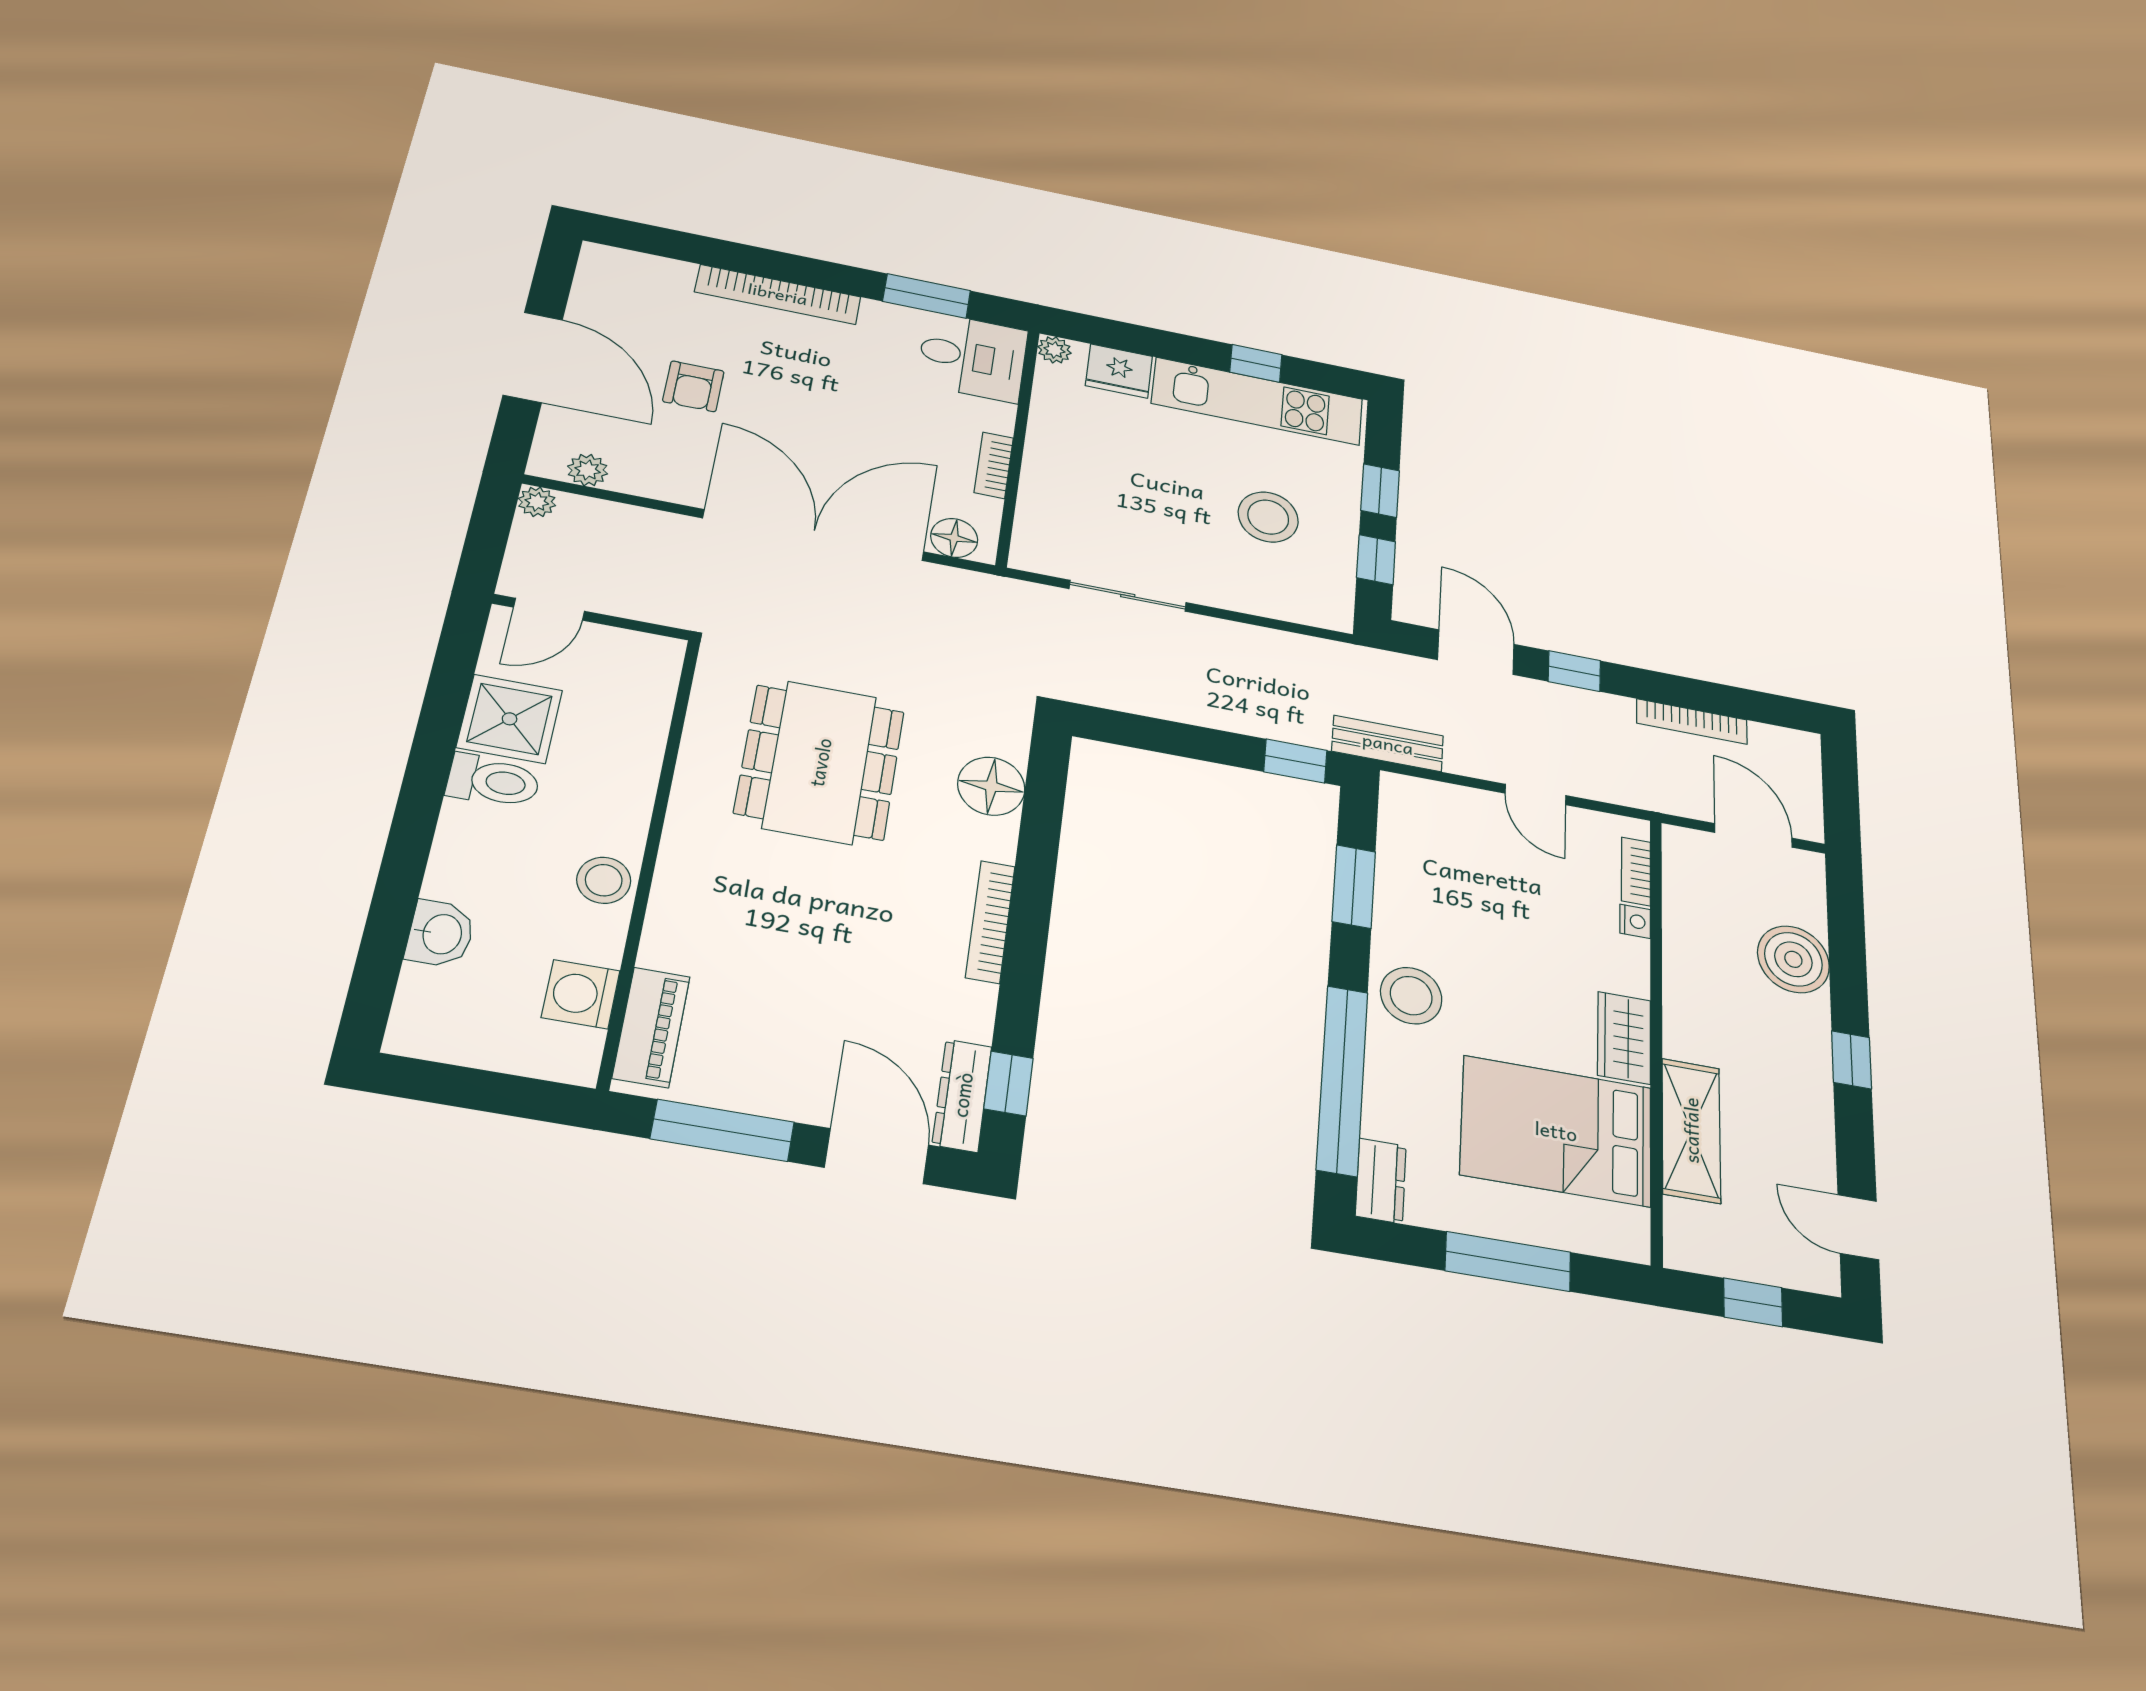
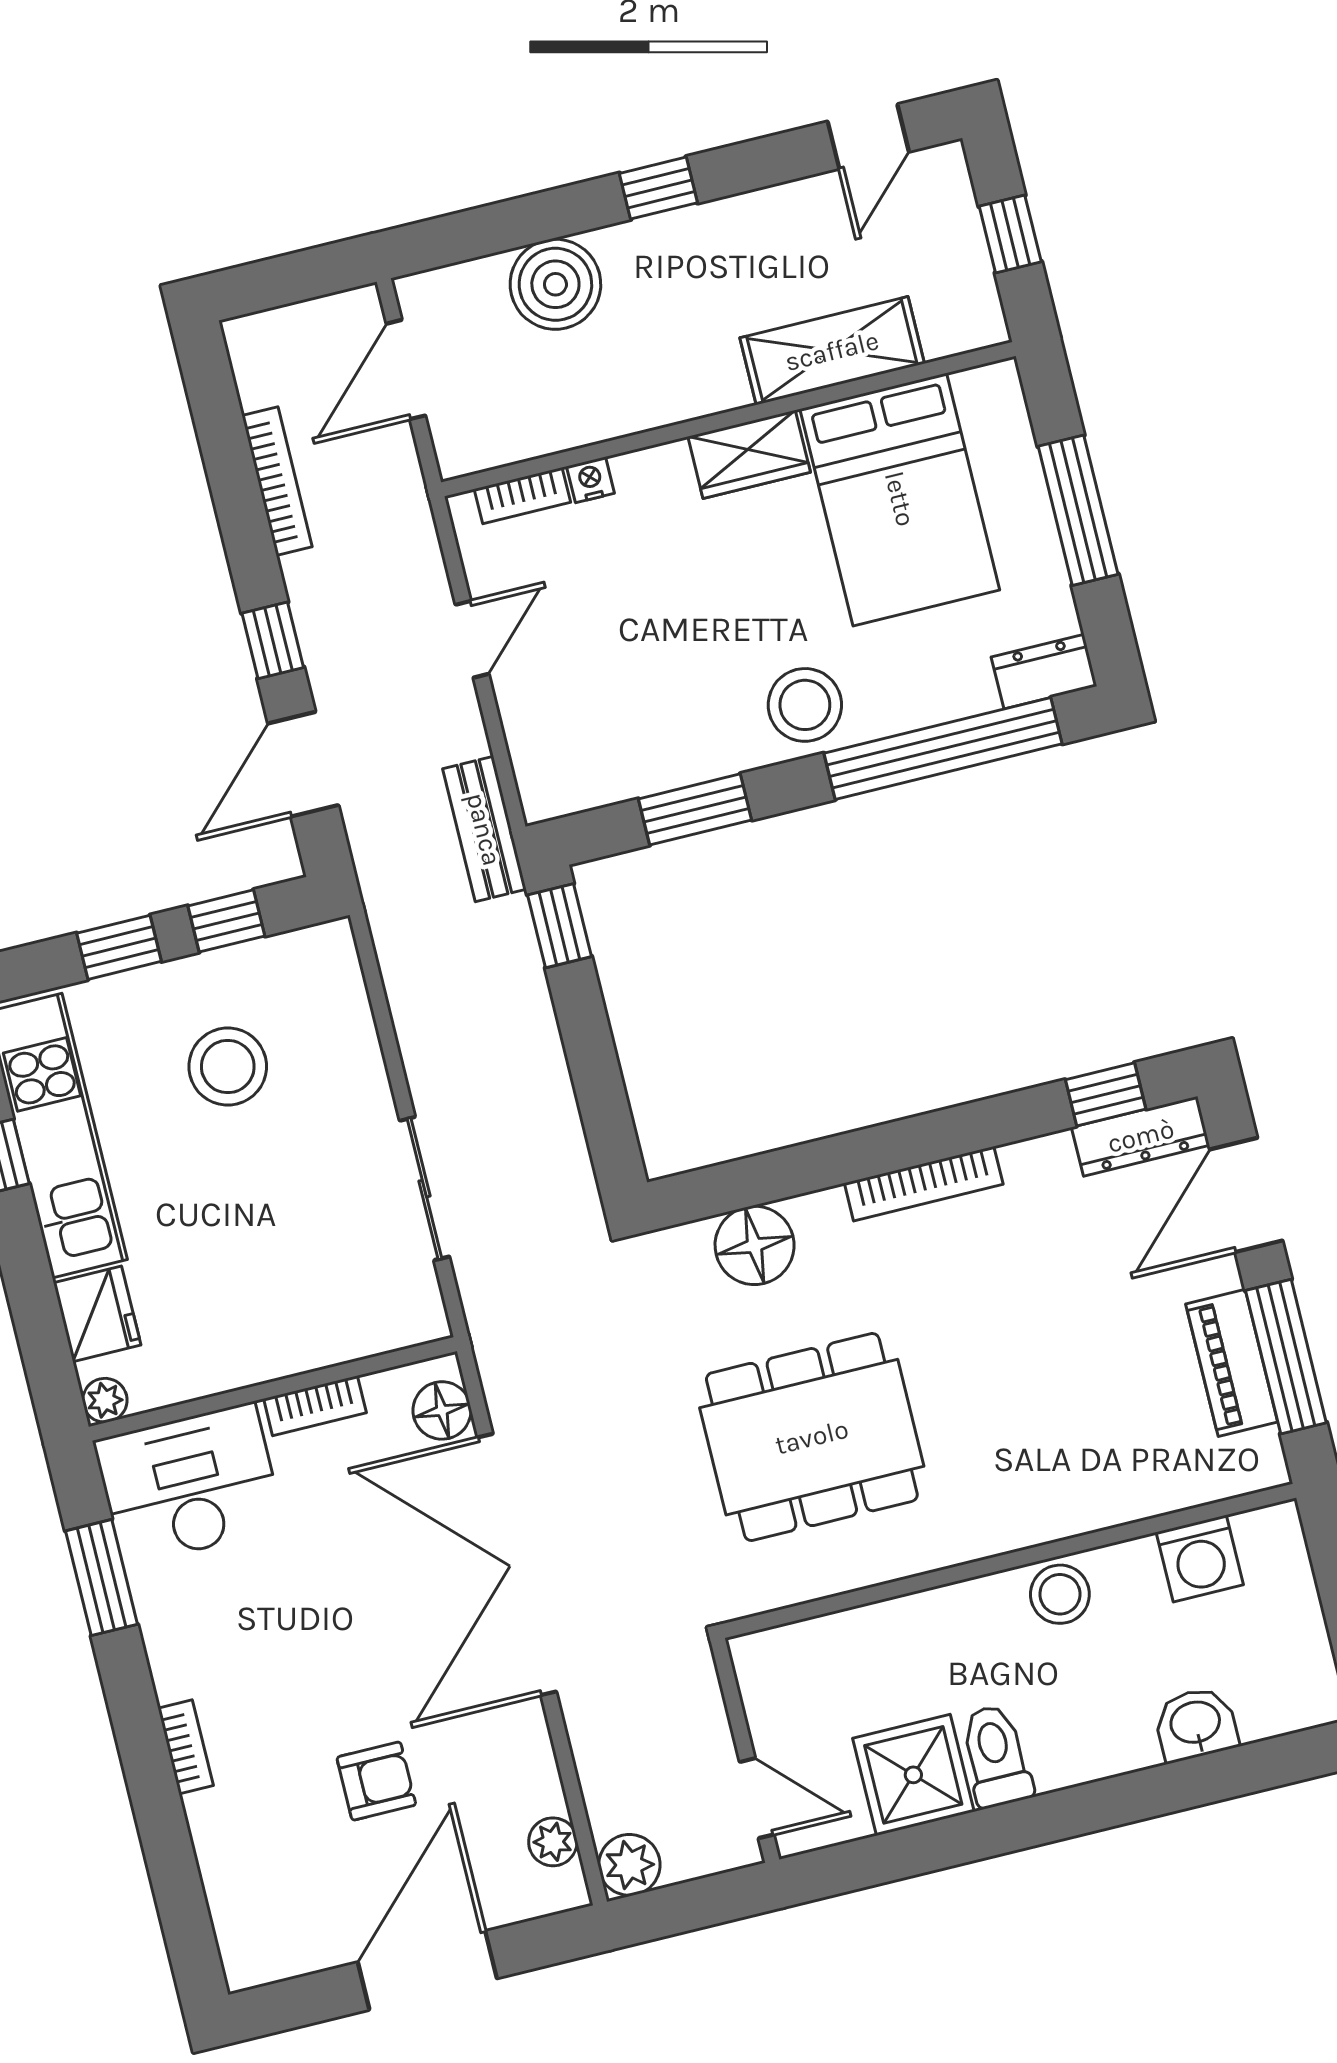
bookcase: (778, 294) -> (186, 1747), width x0.43, depth x0.76
desk: (972, 357) -> (189, 1484), width x1.37
plant: (537, 502) -> (629, 1865), width x1.38, depth x1.38
piano: (651, 1027) -> (1232, 1363), moved, turned -90

